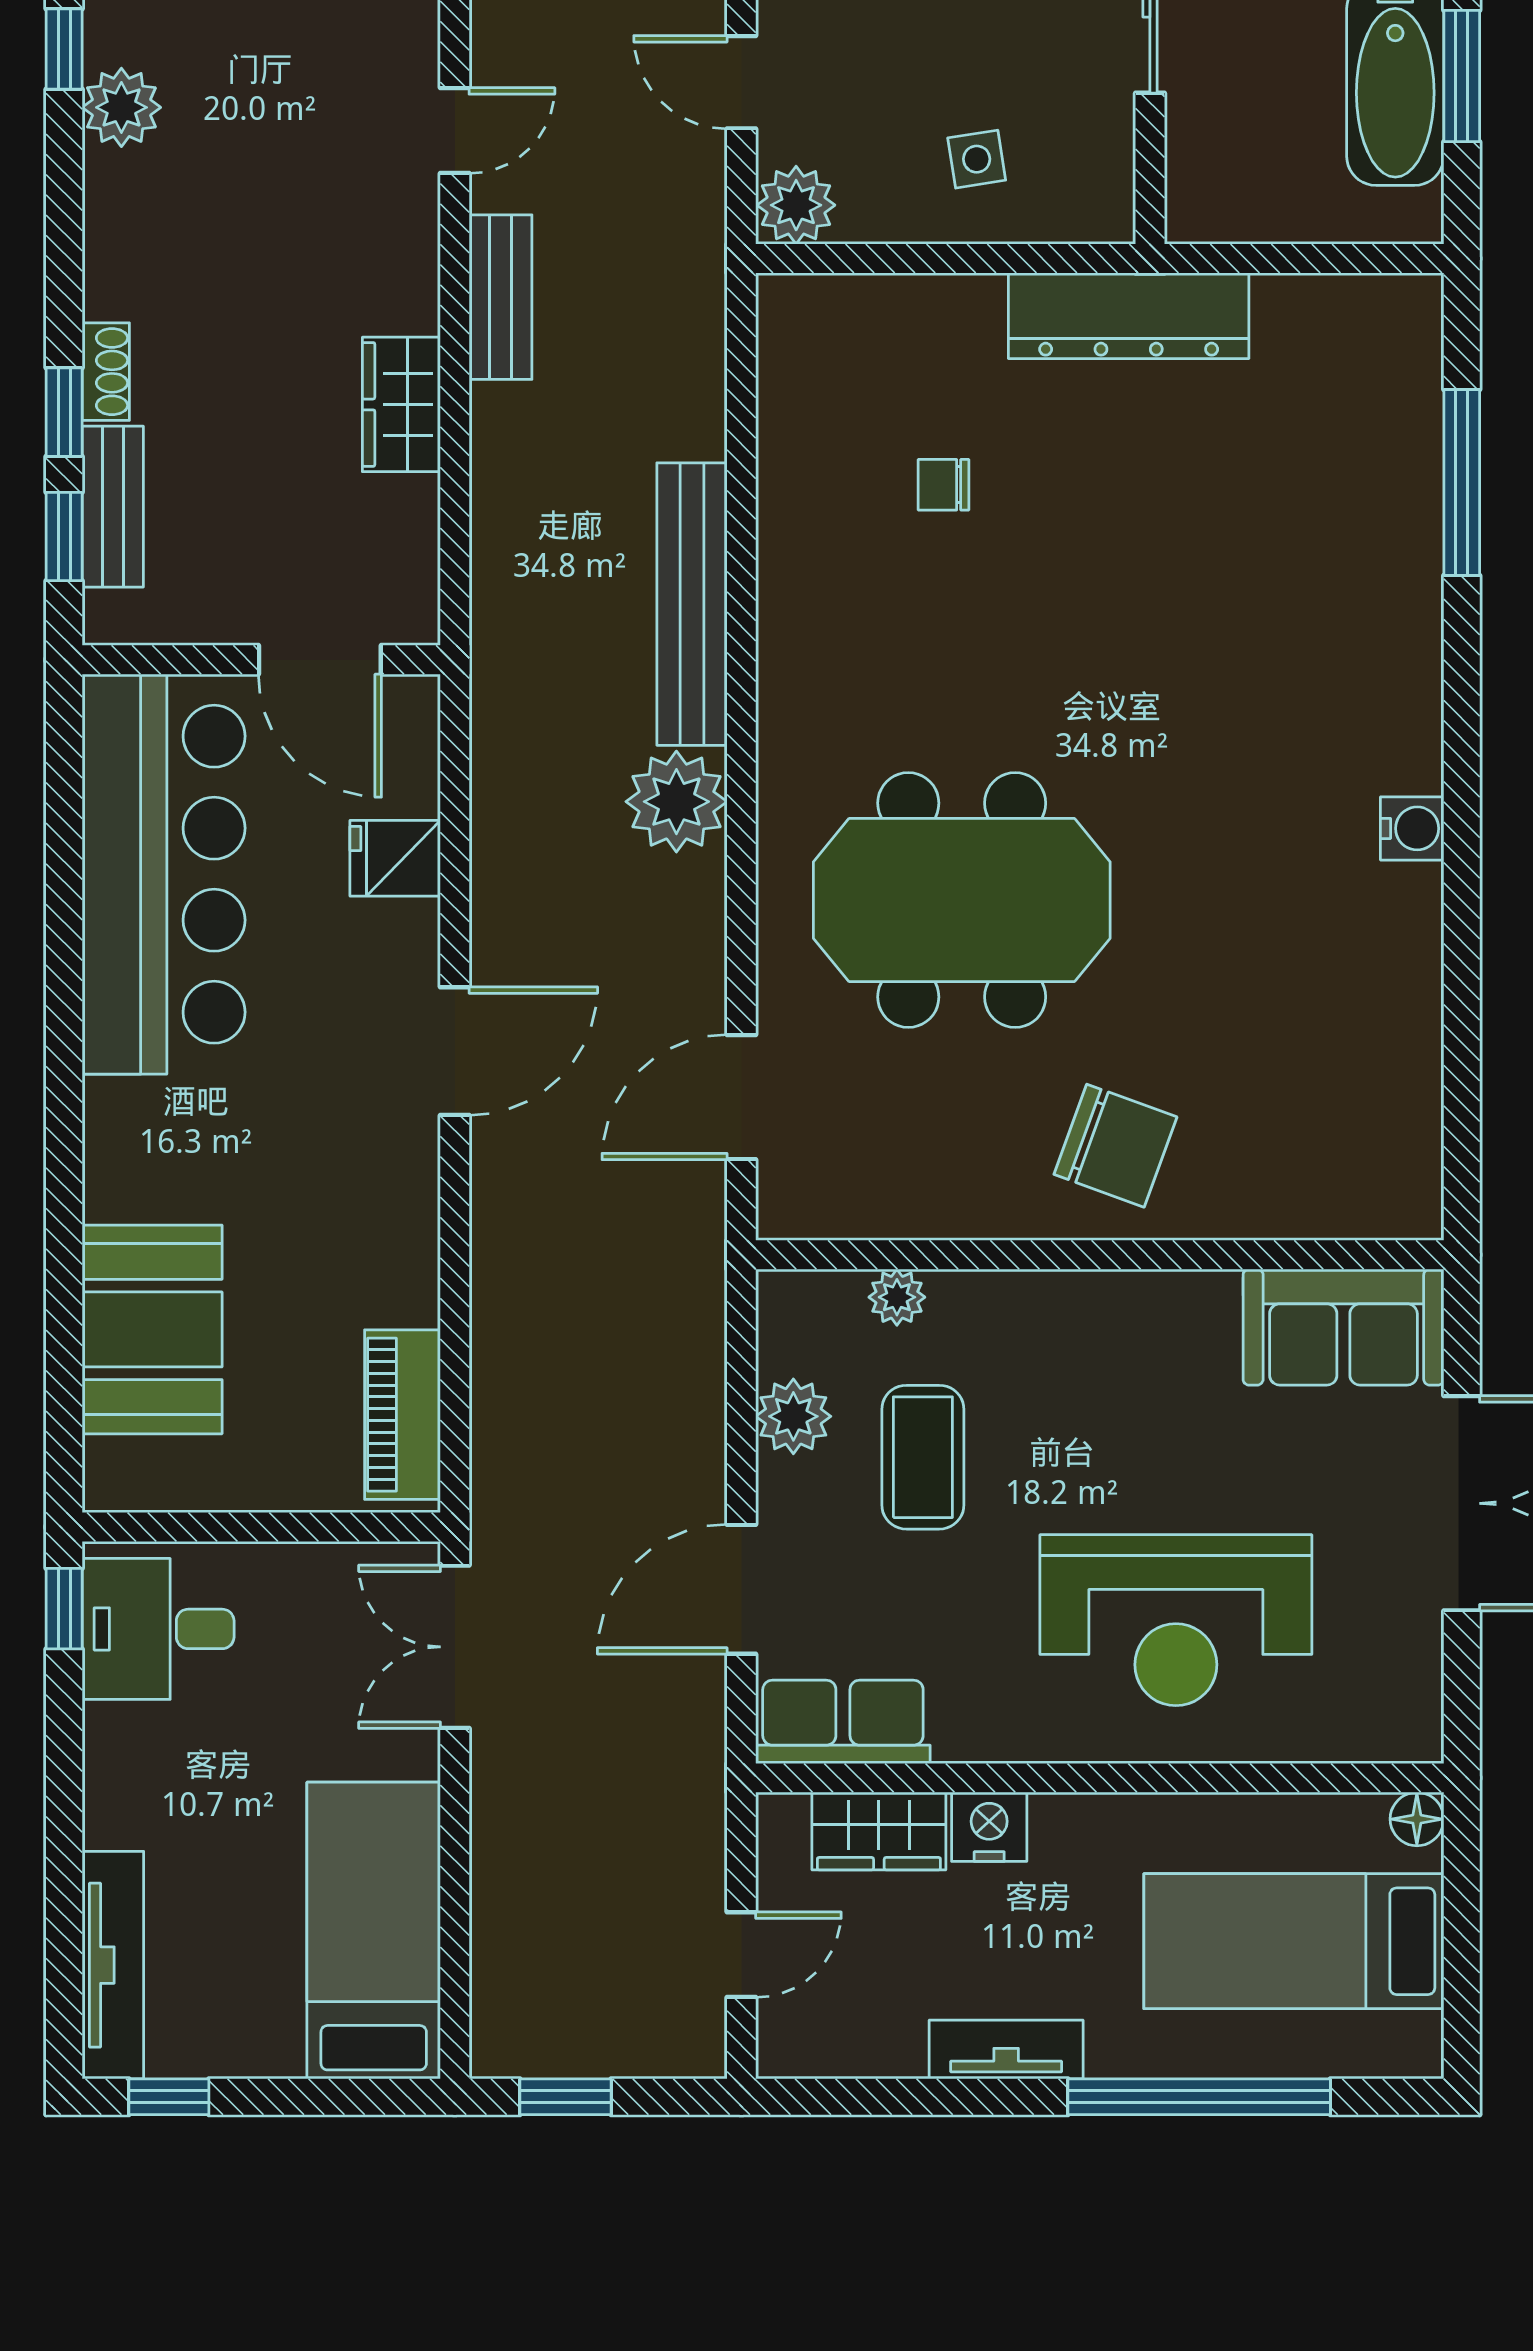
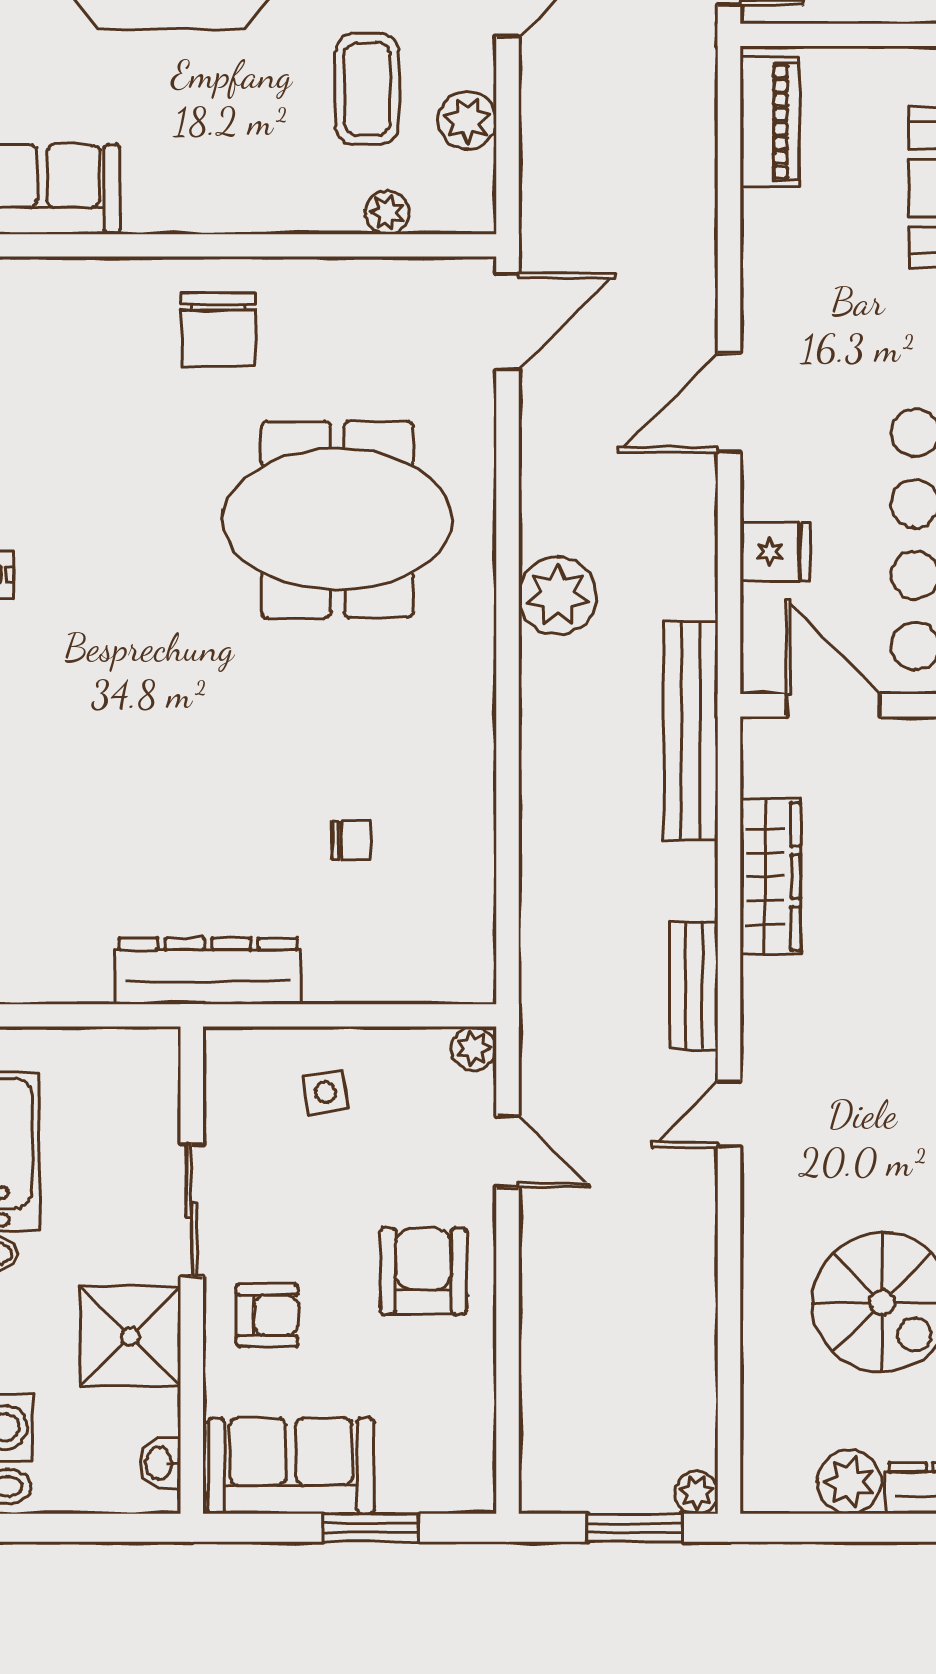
plant: (796, 205) -> (473, 1048), width x0.73, depth x0.73
wardrobe: (401, 404) -> (770, 877), width x1.50
bench: (692, 604) -> (691, 731), moved
door: (741, 1097) -> (507, 322), moved
chair: (1115, 1146) -> (218, 330), turned -110

